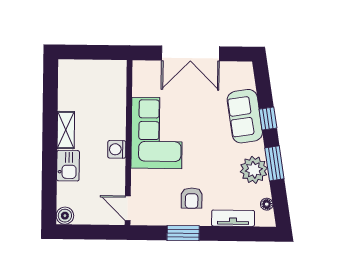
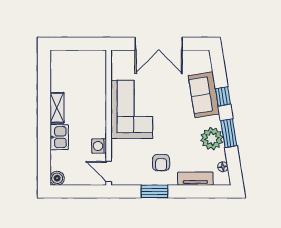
washing machine: (117, 149) -> (99, 146), moved

